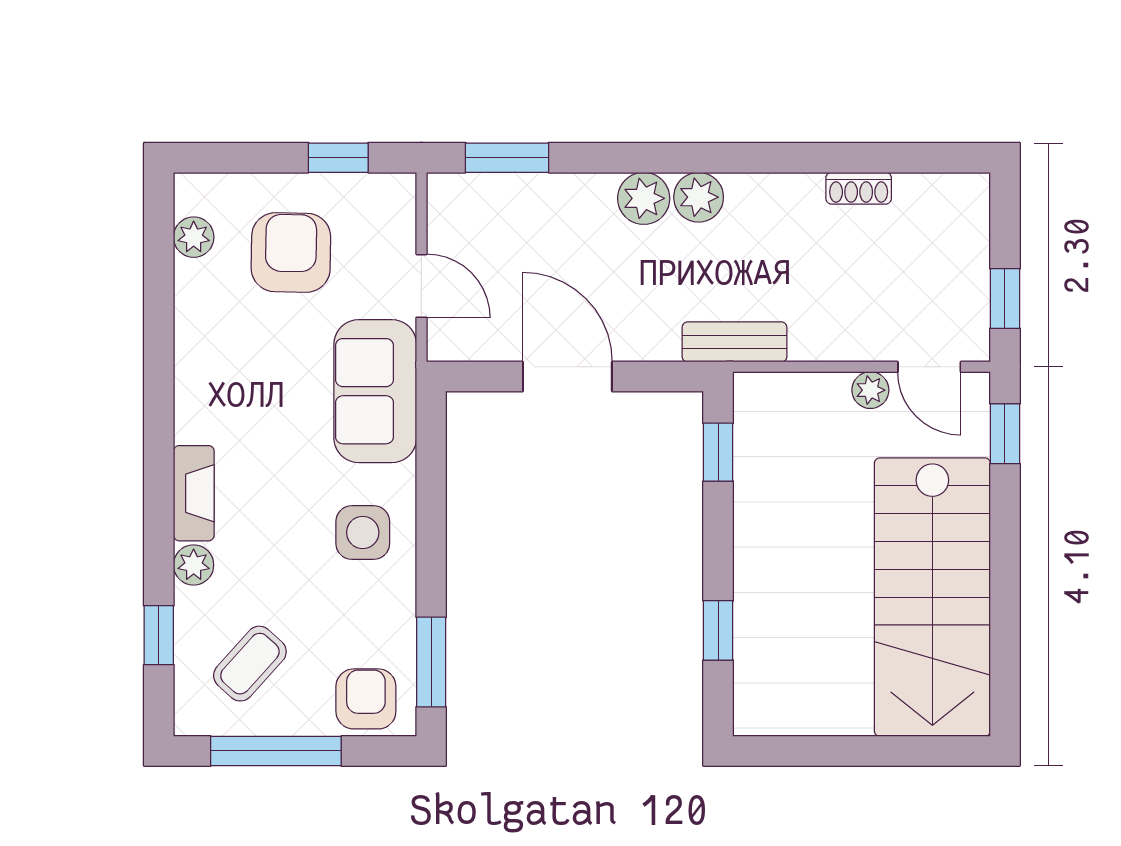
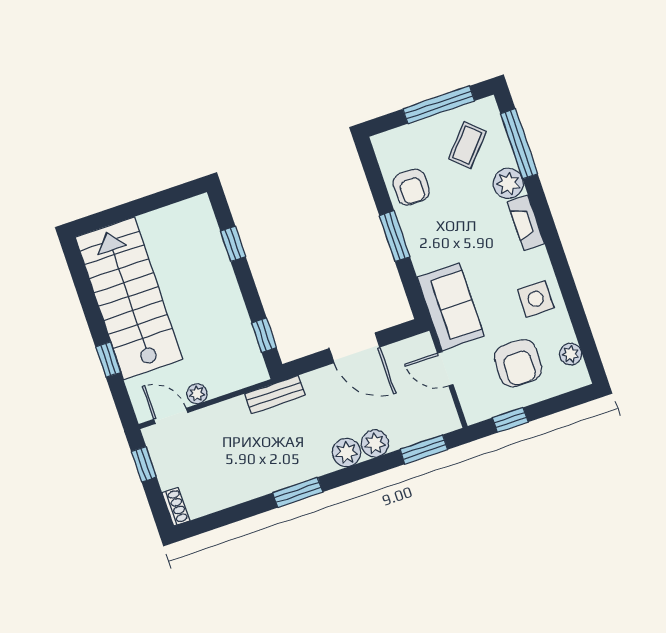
window: (753, 158) -> (298, 492), added
shoe rack: (859, 188) -> (176, 507), moved, turned 90
plant: (699, 197) -> (375, 443), moved
window: (1005, 434) -> (108, 360), moved
side table: (363, 533) -> (536, 299), moved
plant: (194, 565) -> (508, 183), width x1.38, depth x1.38
window: (159, 635) -> (519, 144), width x2.17
window: (431, 662) -> (395, 236), moved
armchair: (366, 699) -> (411, 187), moved

